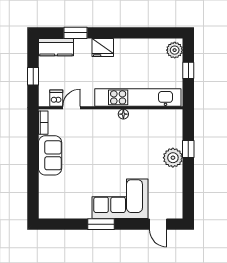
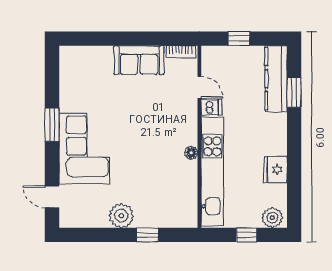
kitchen counter: (56, 47) -> (276, 79), width x1.50
fridge: (103, 48) -> (275, 170), moved
dishwasher: (56, 98) -> (211, 107), moved
plant: (173, 158) -> (121, 216), moved
door: (158, 224) -> (52, 197), hinge flipped

